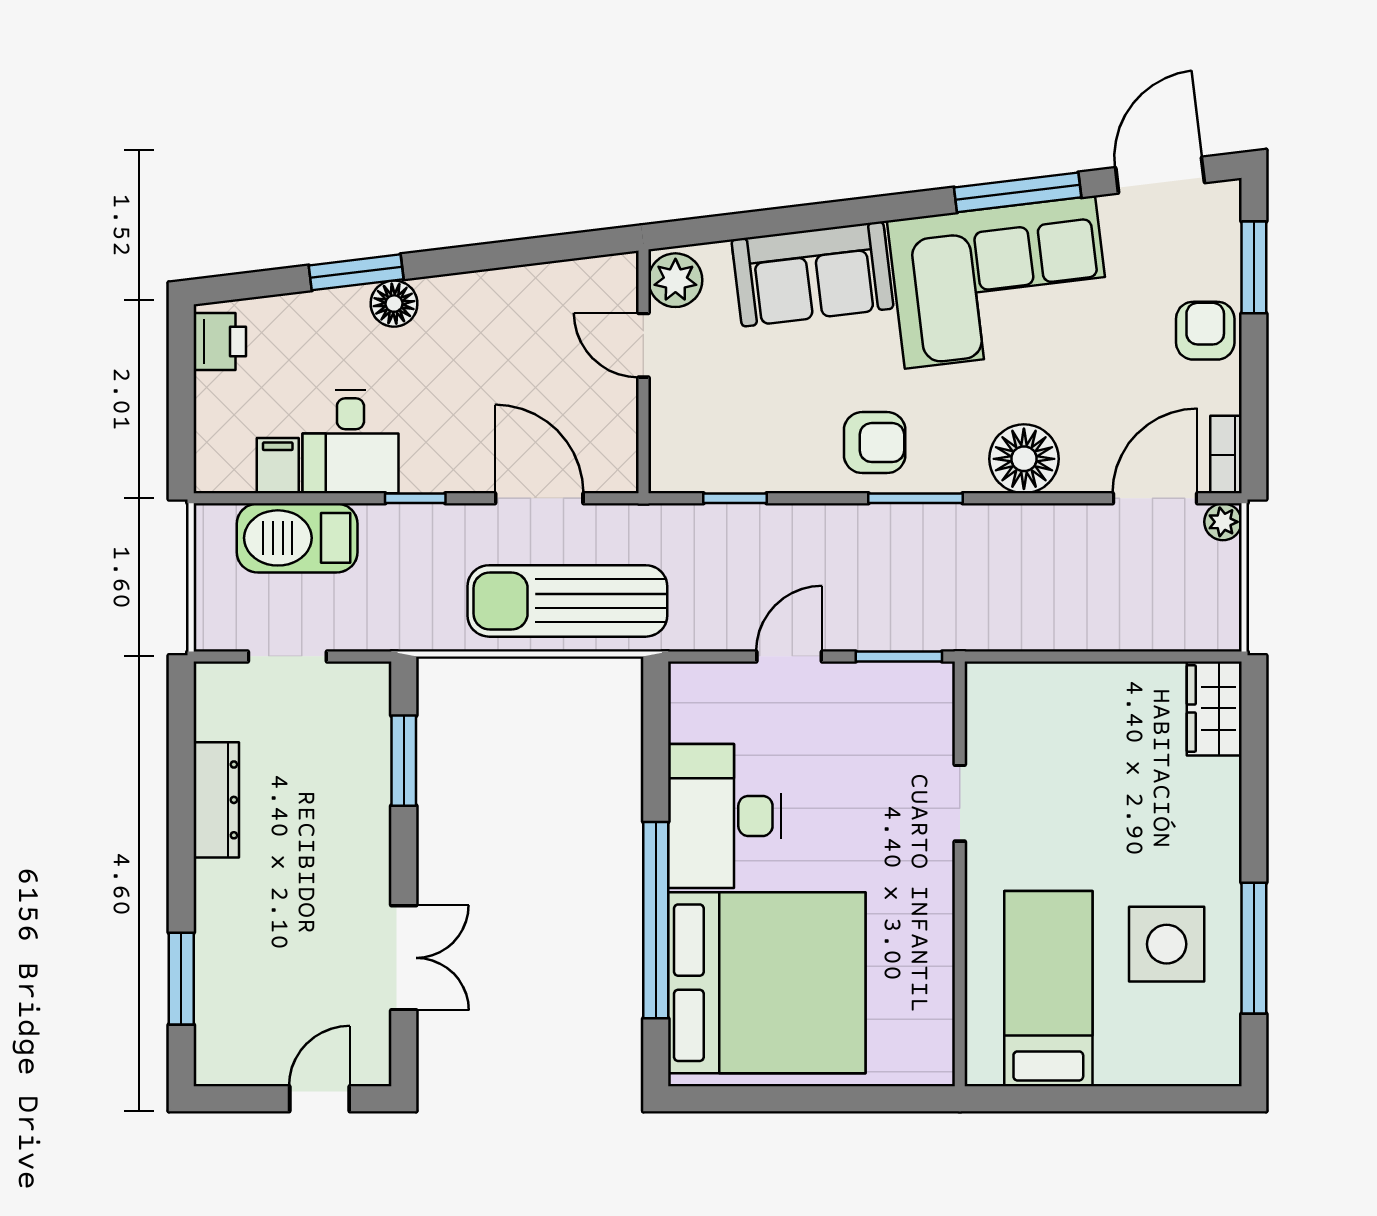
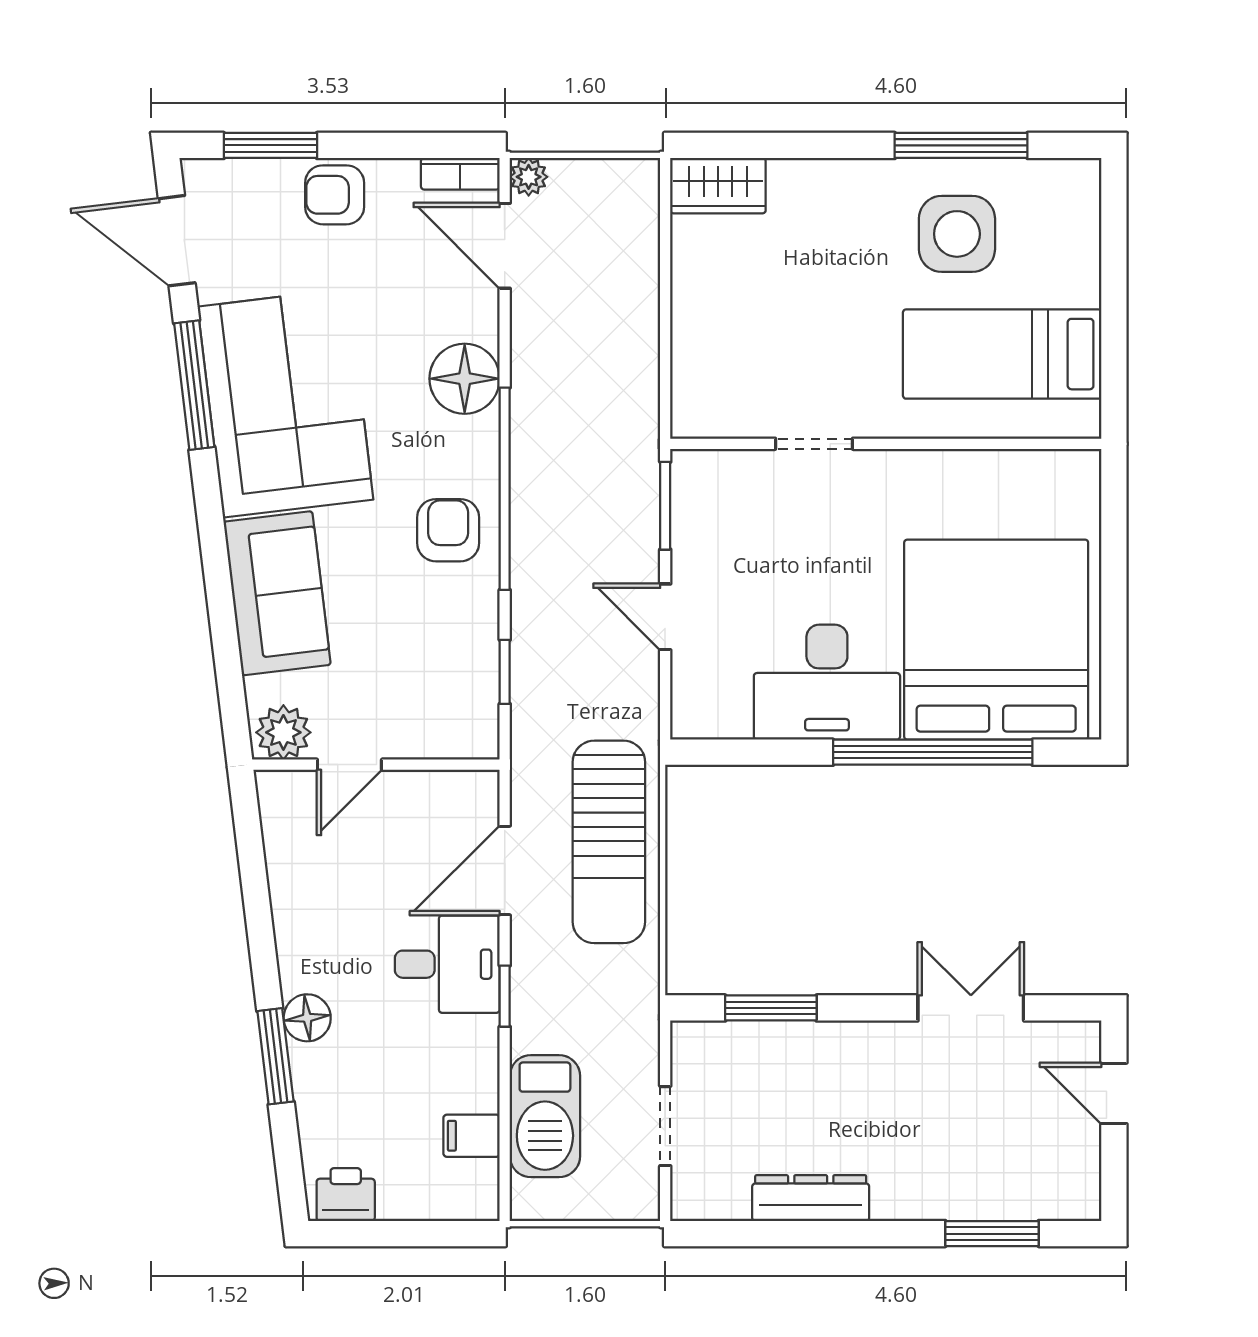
desk: (350, 442) -> (447, 964), moved
window: (915, 498) -> (505, 489), width x2.11

